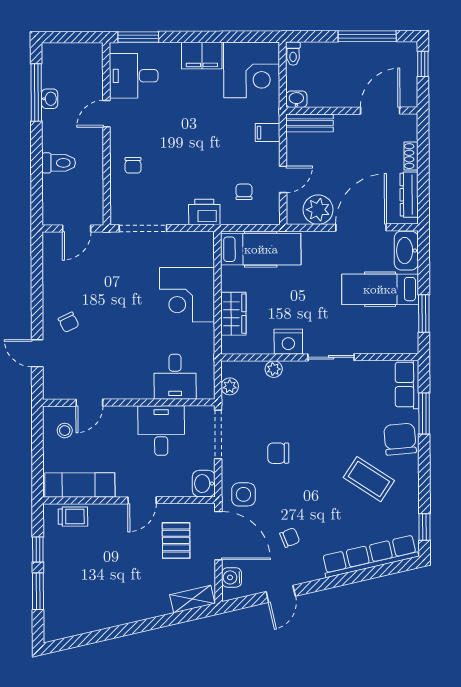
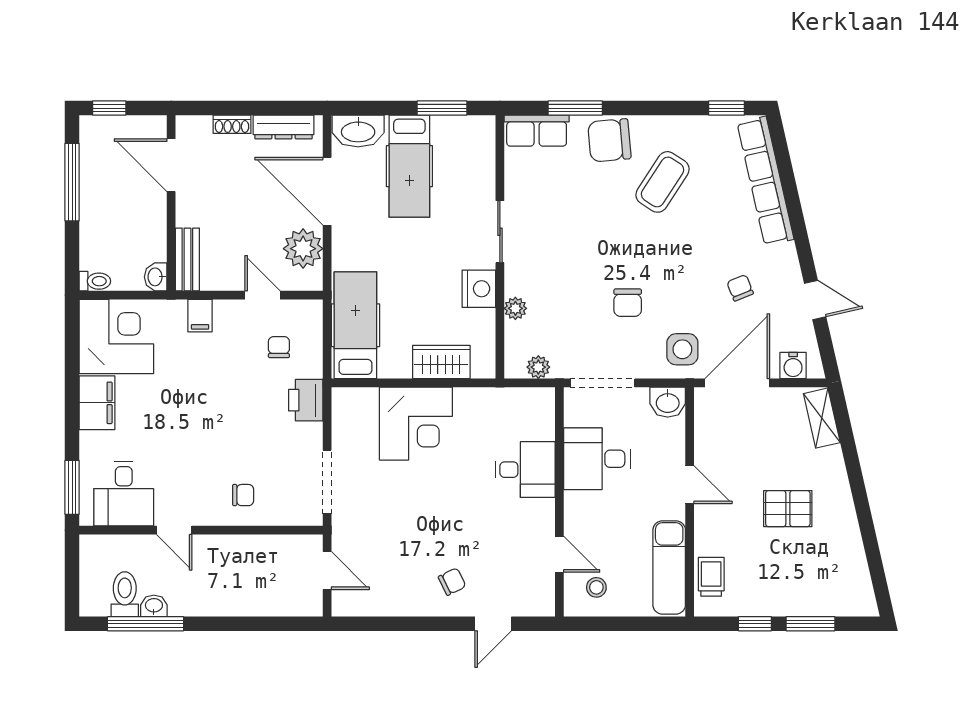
toilet: (59, 163) -> (125, 594), moved
chair: (244, 192) -> (279, 347), turned 90
desk: (175, 377) -> (525, 470), moved
pallet: (176, 541) -> (788, 509), moved

